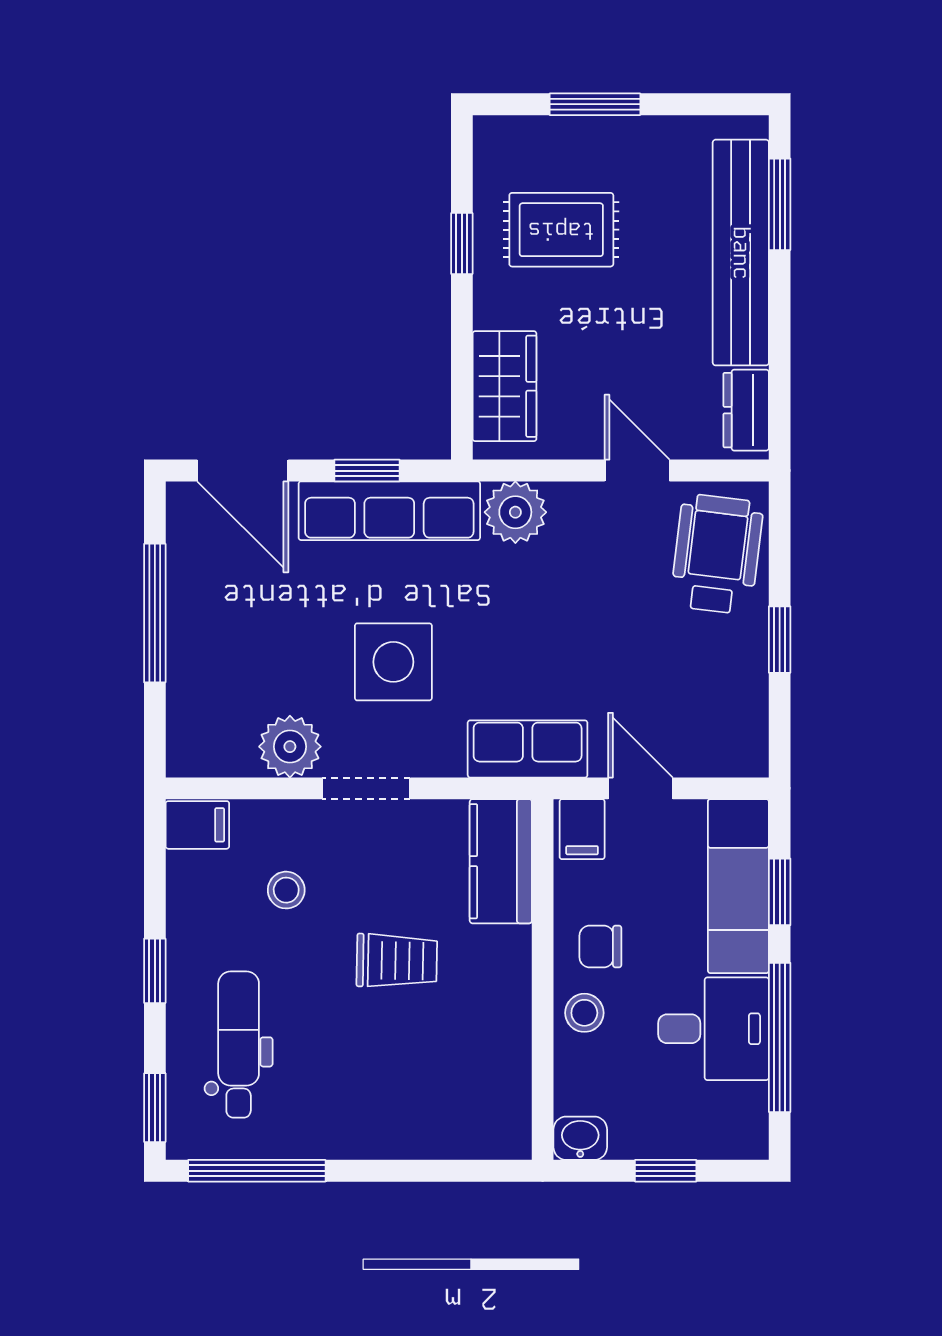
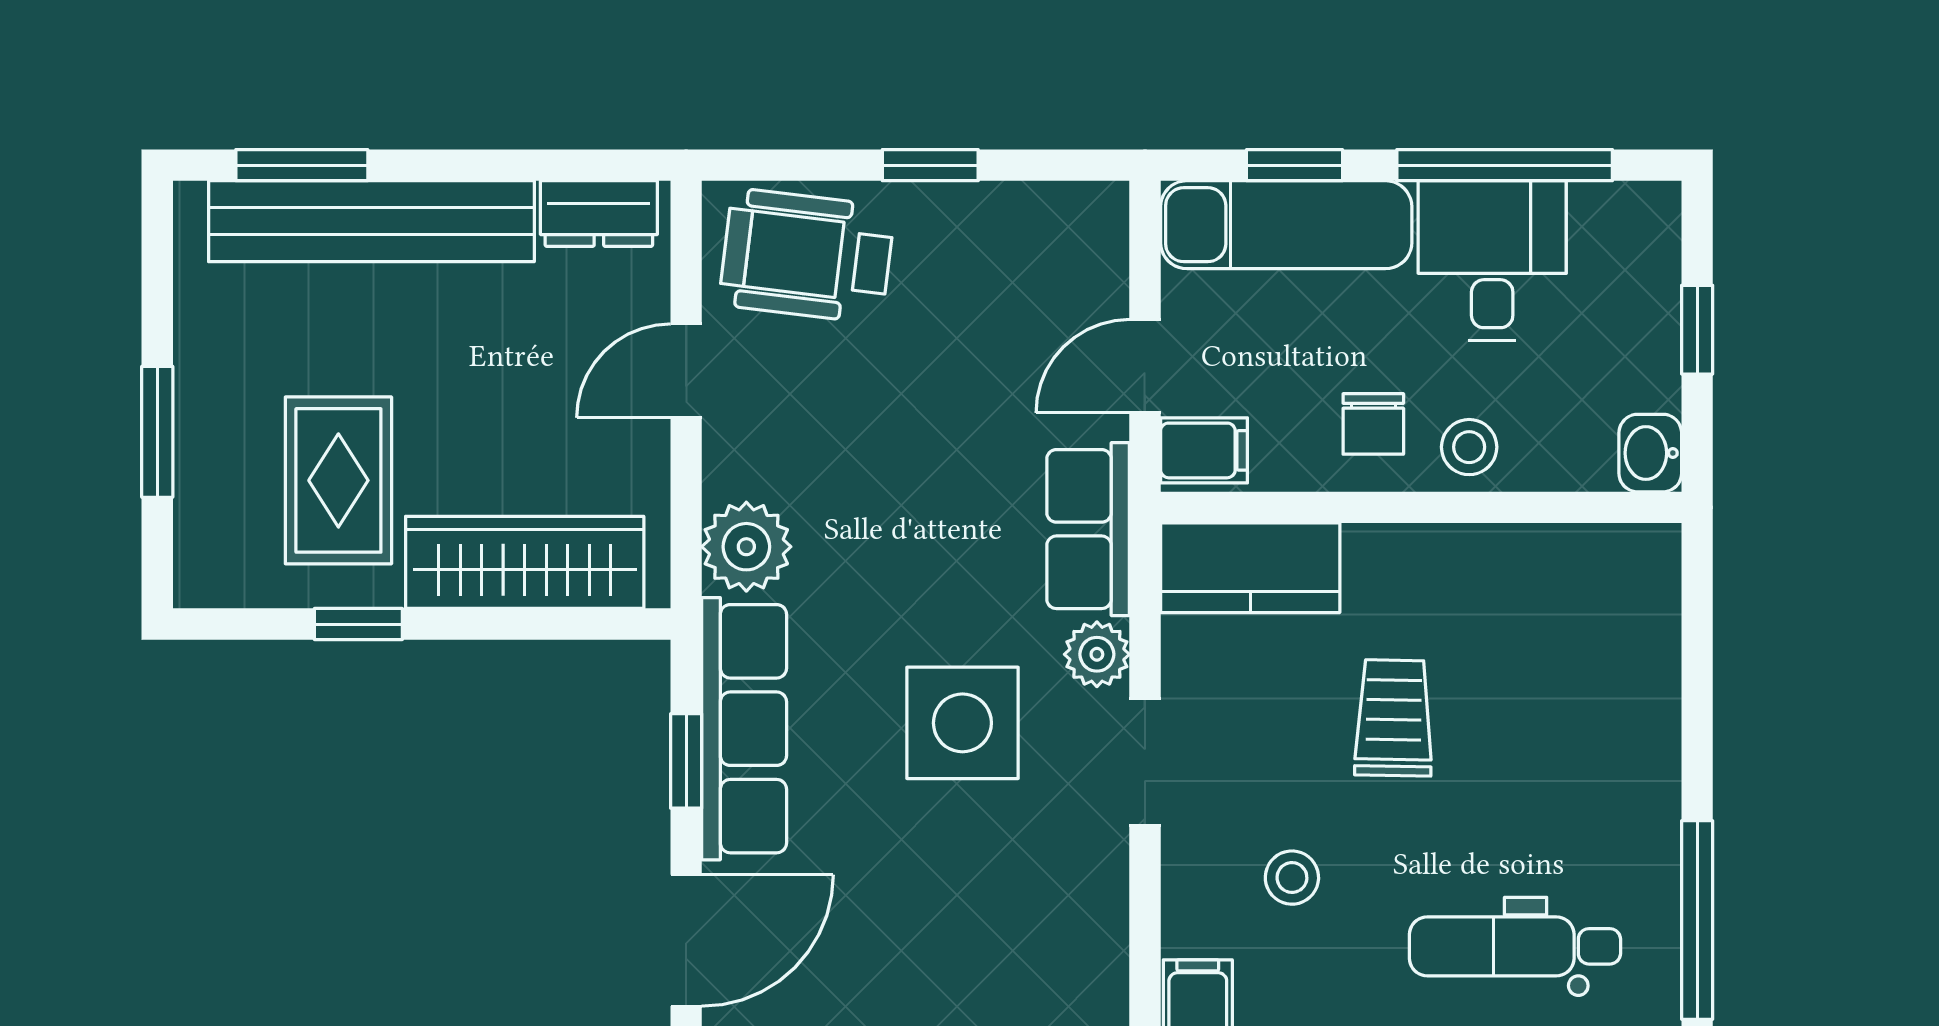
wardrobe: (505, 386) -> (525, 562), width x1.50
plant: (290, 747) -> (1097, 654), moved, width x0.73, depth x0.73

